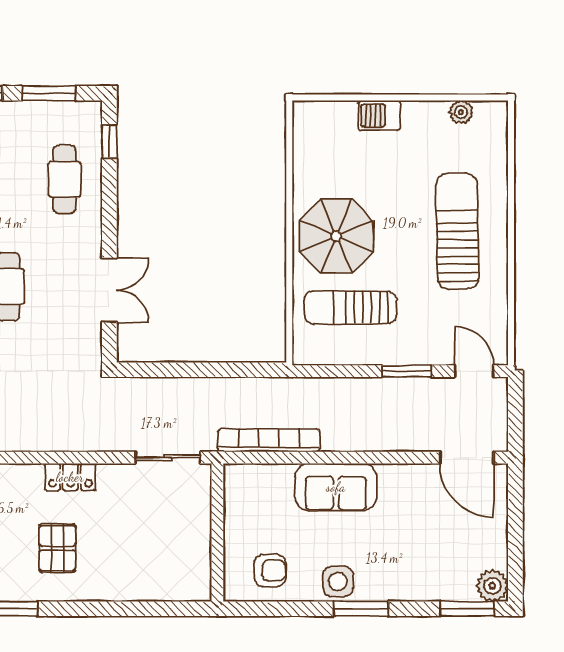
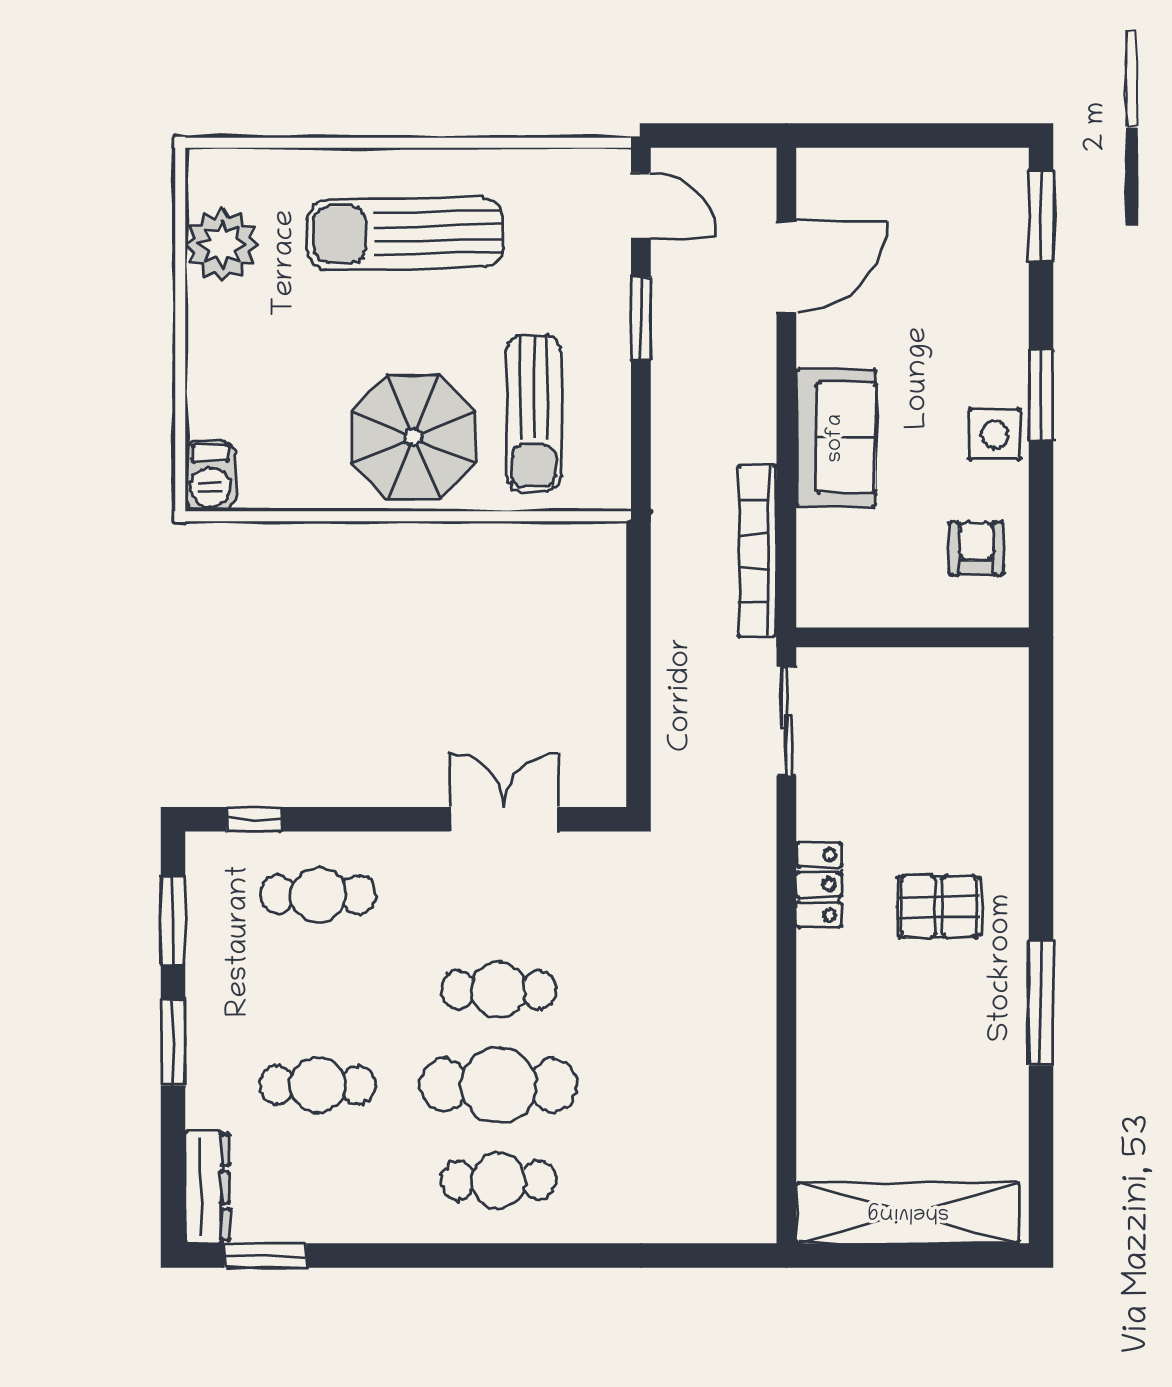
plant: (461, 112) -> (222, 245), width x1.87, depth x1.87
barbecue: (379, 115) -> (210, 476), moved
door: (474, 371) -> (641, 205), swing flipped
door: (467, 458) -> (786, 267), moved
plant: (492, 586) -> (1002, 174), removed

